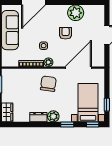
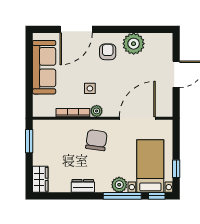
armchair: (66, 33) -> (108, 52), moved
plant: (53, 116) -> (119, 185), moved
window: (67, 125) -> (122, 196), width x2.17

